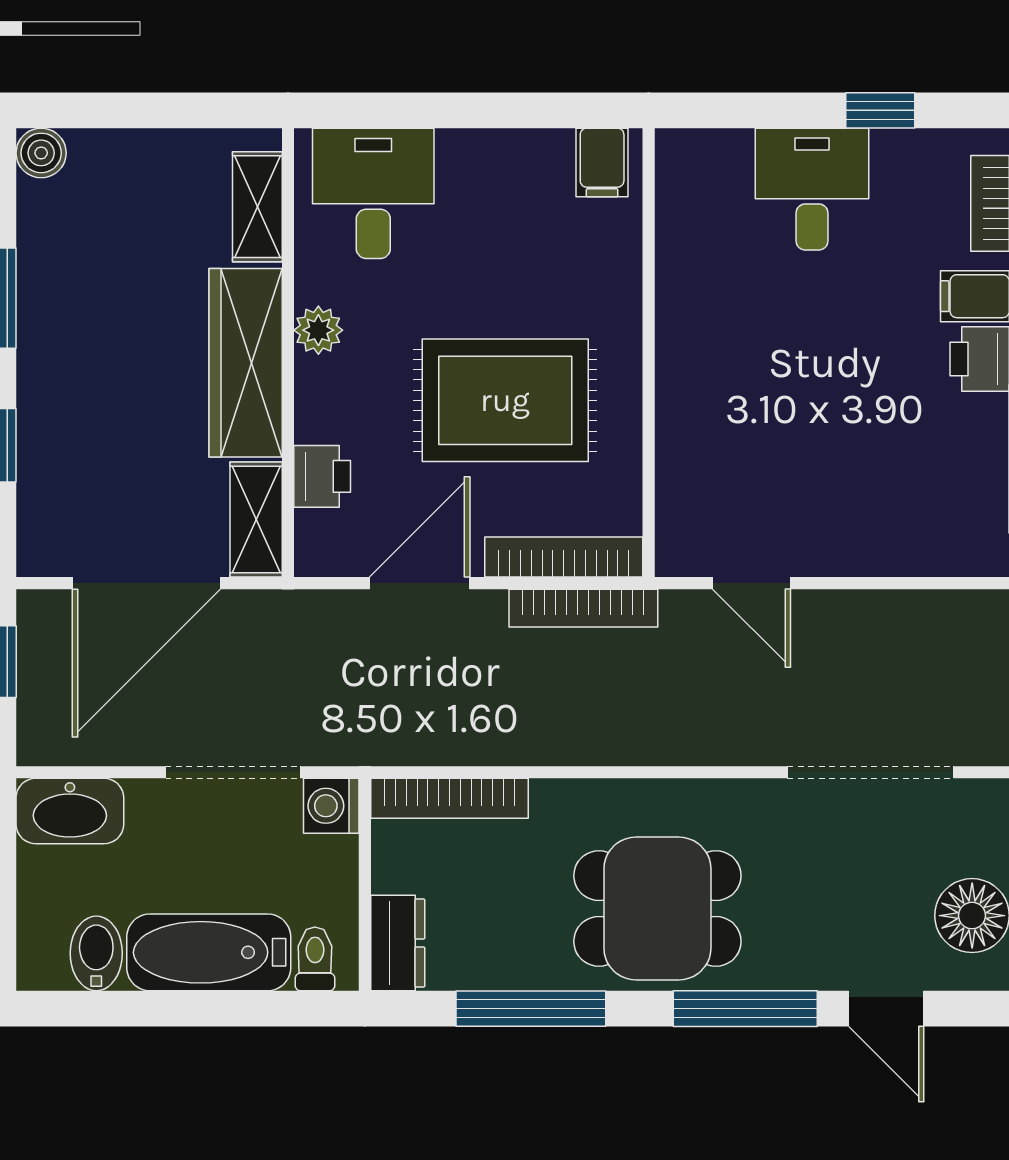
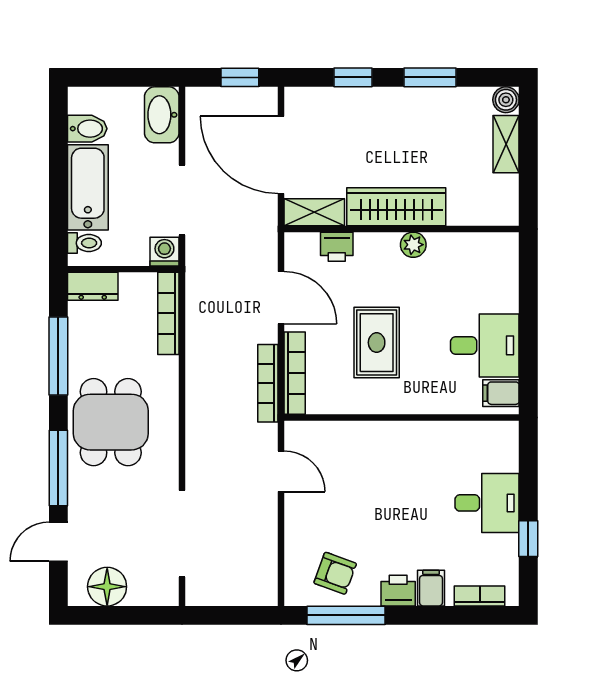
desk: (373, 193) -> (485, 345), moved
shelving: (257, 207) -> (506, 144), moved, turned 90
rug: (505, 400) -> (377, 343), width x0.73, depth x0.70
armchair: (946, 480) -> (335, 573), added
door: (751, 583) -> (281, 471), swing flipped

